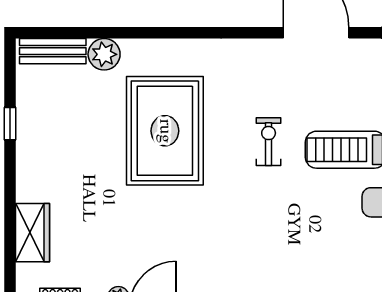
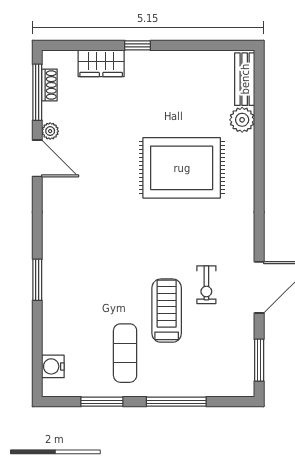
window: (10, 124) -> (137, 45), moved
exercise bike: (269, 142) -> (206, 285), moved, turned 90

